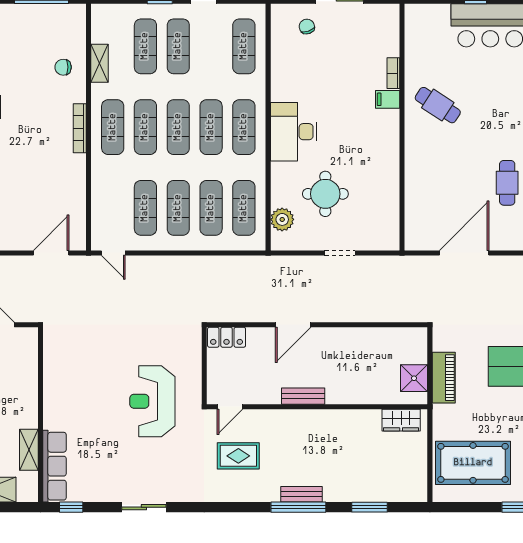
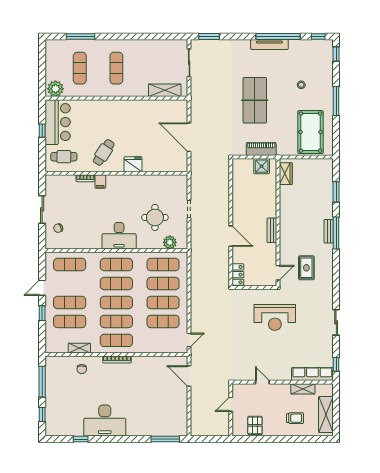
fridge: (418, 156) -> (133, 164), added
cafe table: (507, 183) -> (64, 157), moved
door: (40, 380) -> (262, 382), added
door: (230, 407) -> (278, 273), hinge flipped

